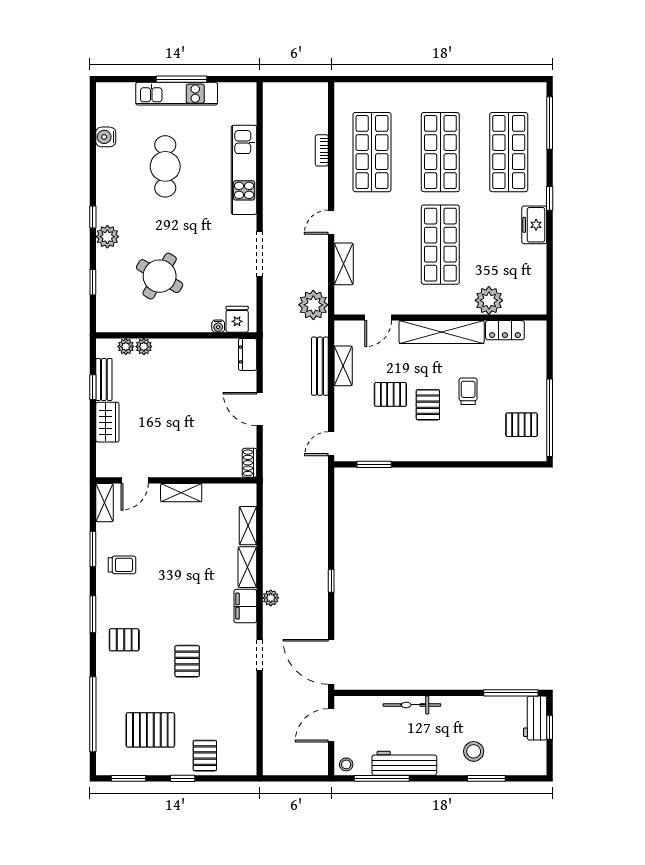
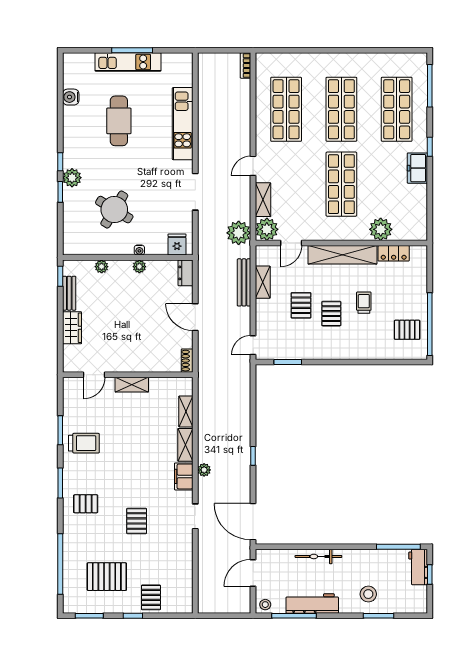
bookcase: (322, 150) -> (245, 66), moved
window: (93, 282) -> (60, 192), moved
plant: (348, 300) -> (267, 229), added
water cooler: (218, 326) -> (139, 250), moved
plant: (126, 347) -> (139, 267), moved
window: (93, 387) -> (60, 276), moved
pallet: (390, 394) -> (301, 305), turned 90
shelving: (104, 503) -> (70, 393), removed
trolley: (122, 565) -> (84, 443), width x1.36, depth x1.39

